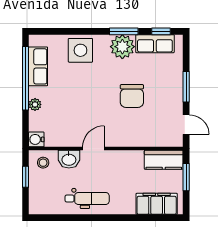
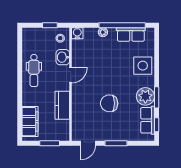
door: (93, 149) -> (71, 75), hinge flipped
kitchen counter: (164, 160) -> (62, 105), moved

